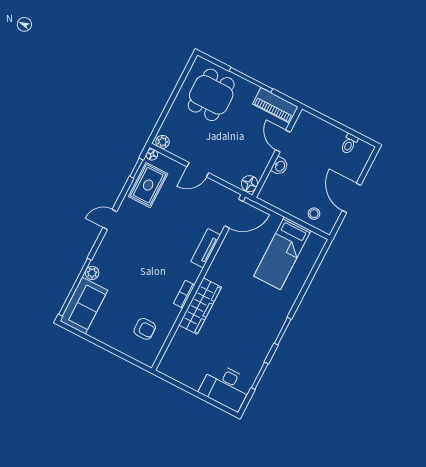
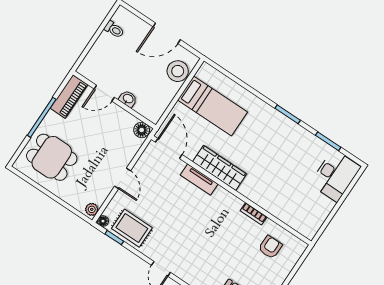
stool: (314, 214) -> (178, 71), width x1.89, depth x1.89
bookcase: (184, 294) -> (254, 214), moved
wardrobe: (200, 306) -> (220, 168), moved

